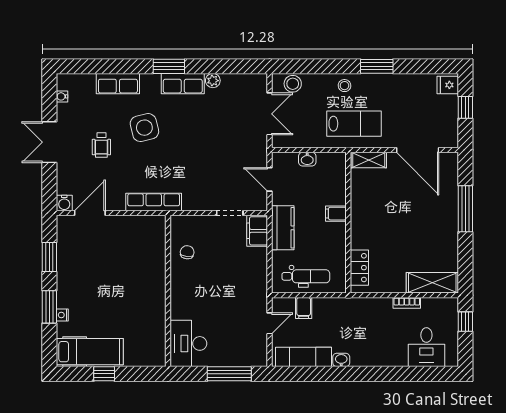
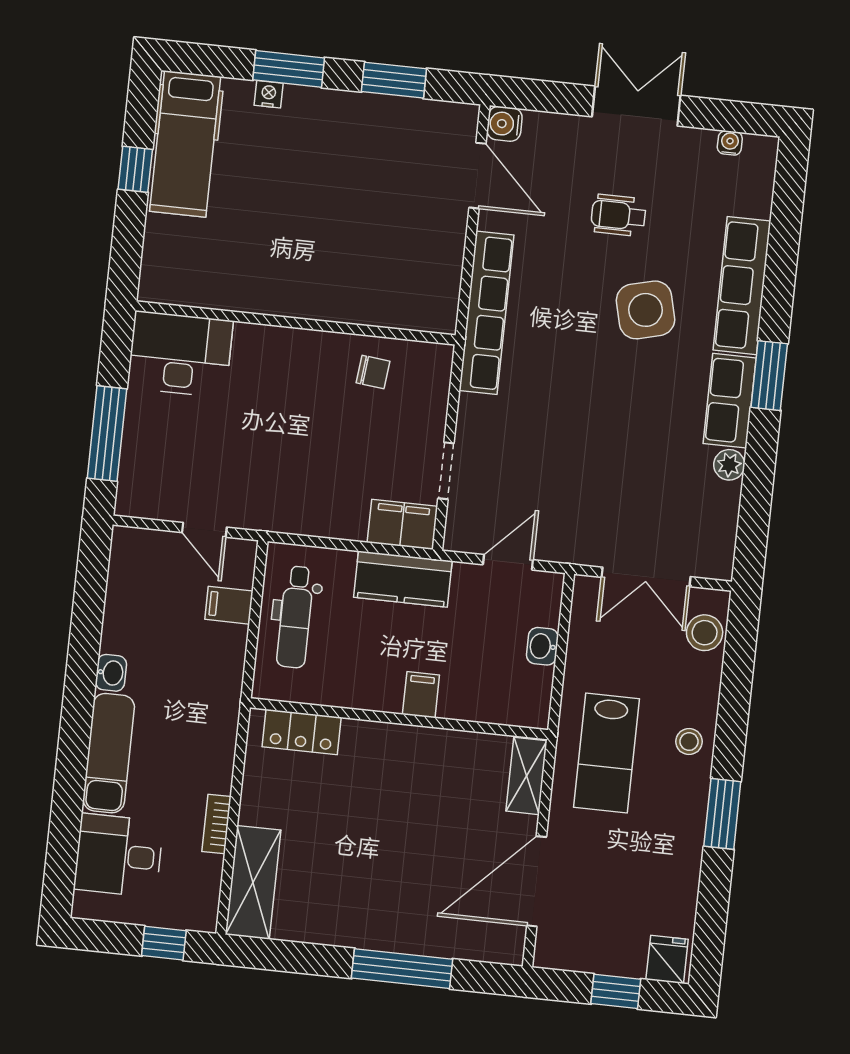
row of seats: (118, 84) -> (742, 286), width x1.48
row of seats: (154, 202) -> (486, 313), width x1.36
exam couch: (303, 357) -> (109, 753), moved

